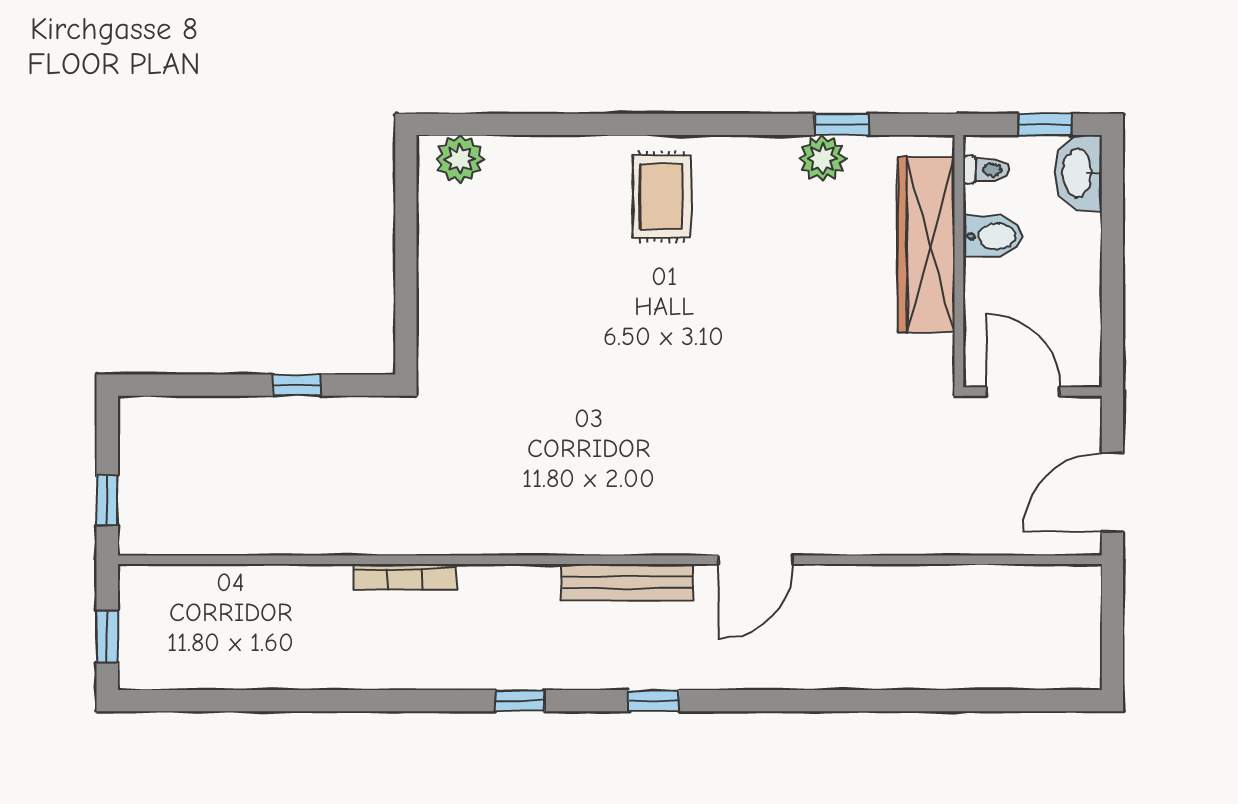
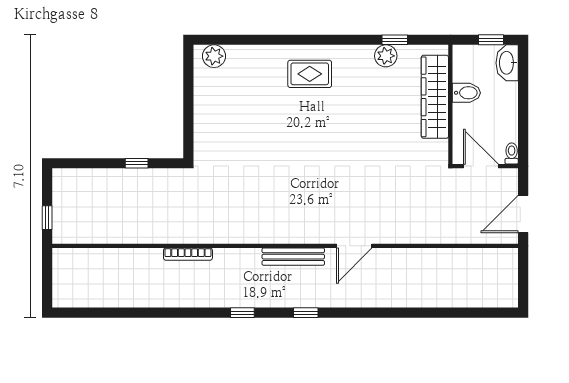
toilet: (986, 170) -> (512, 154), moved, turned -90
rug: (662, 197) -> (310, 74), turned 90
window: (107, 636) -> (47, 282), removed

